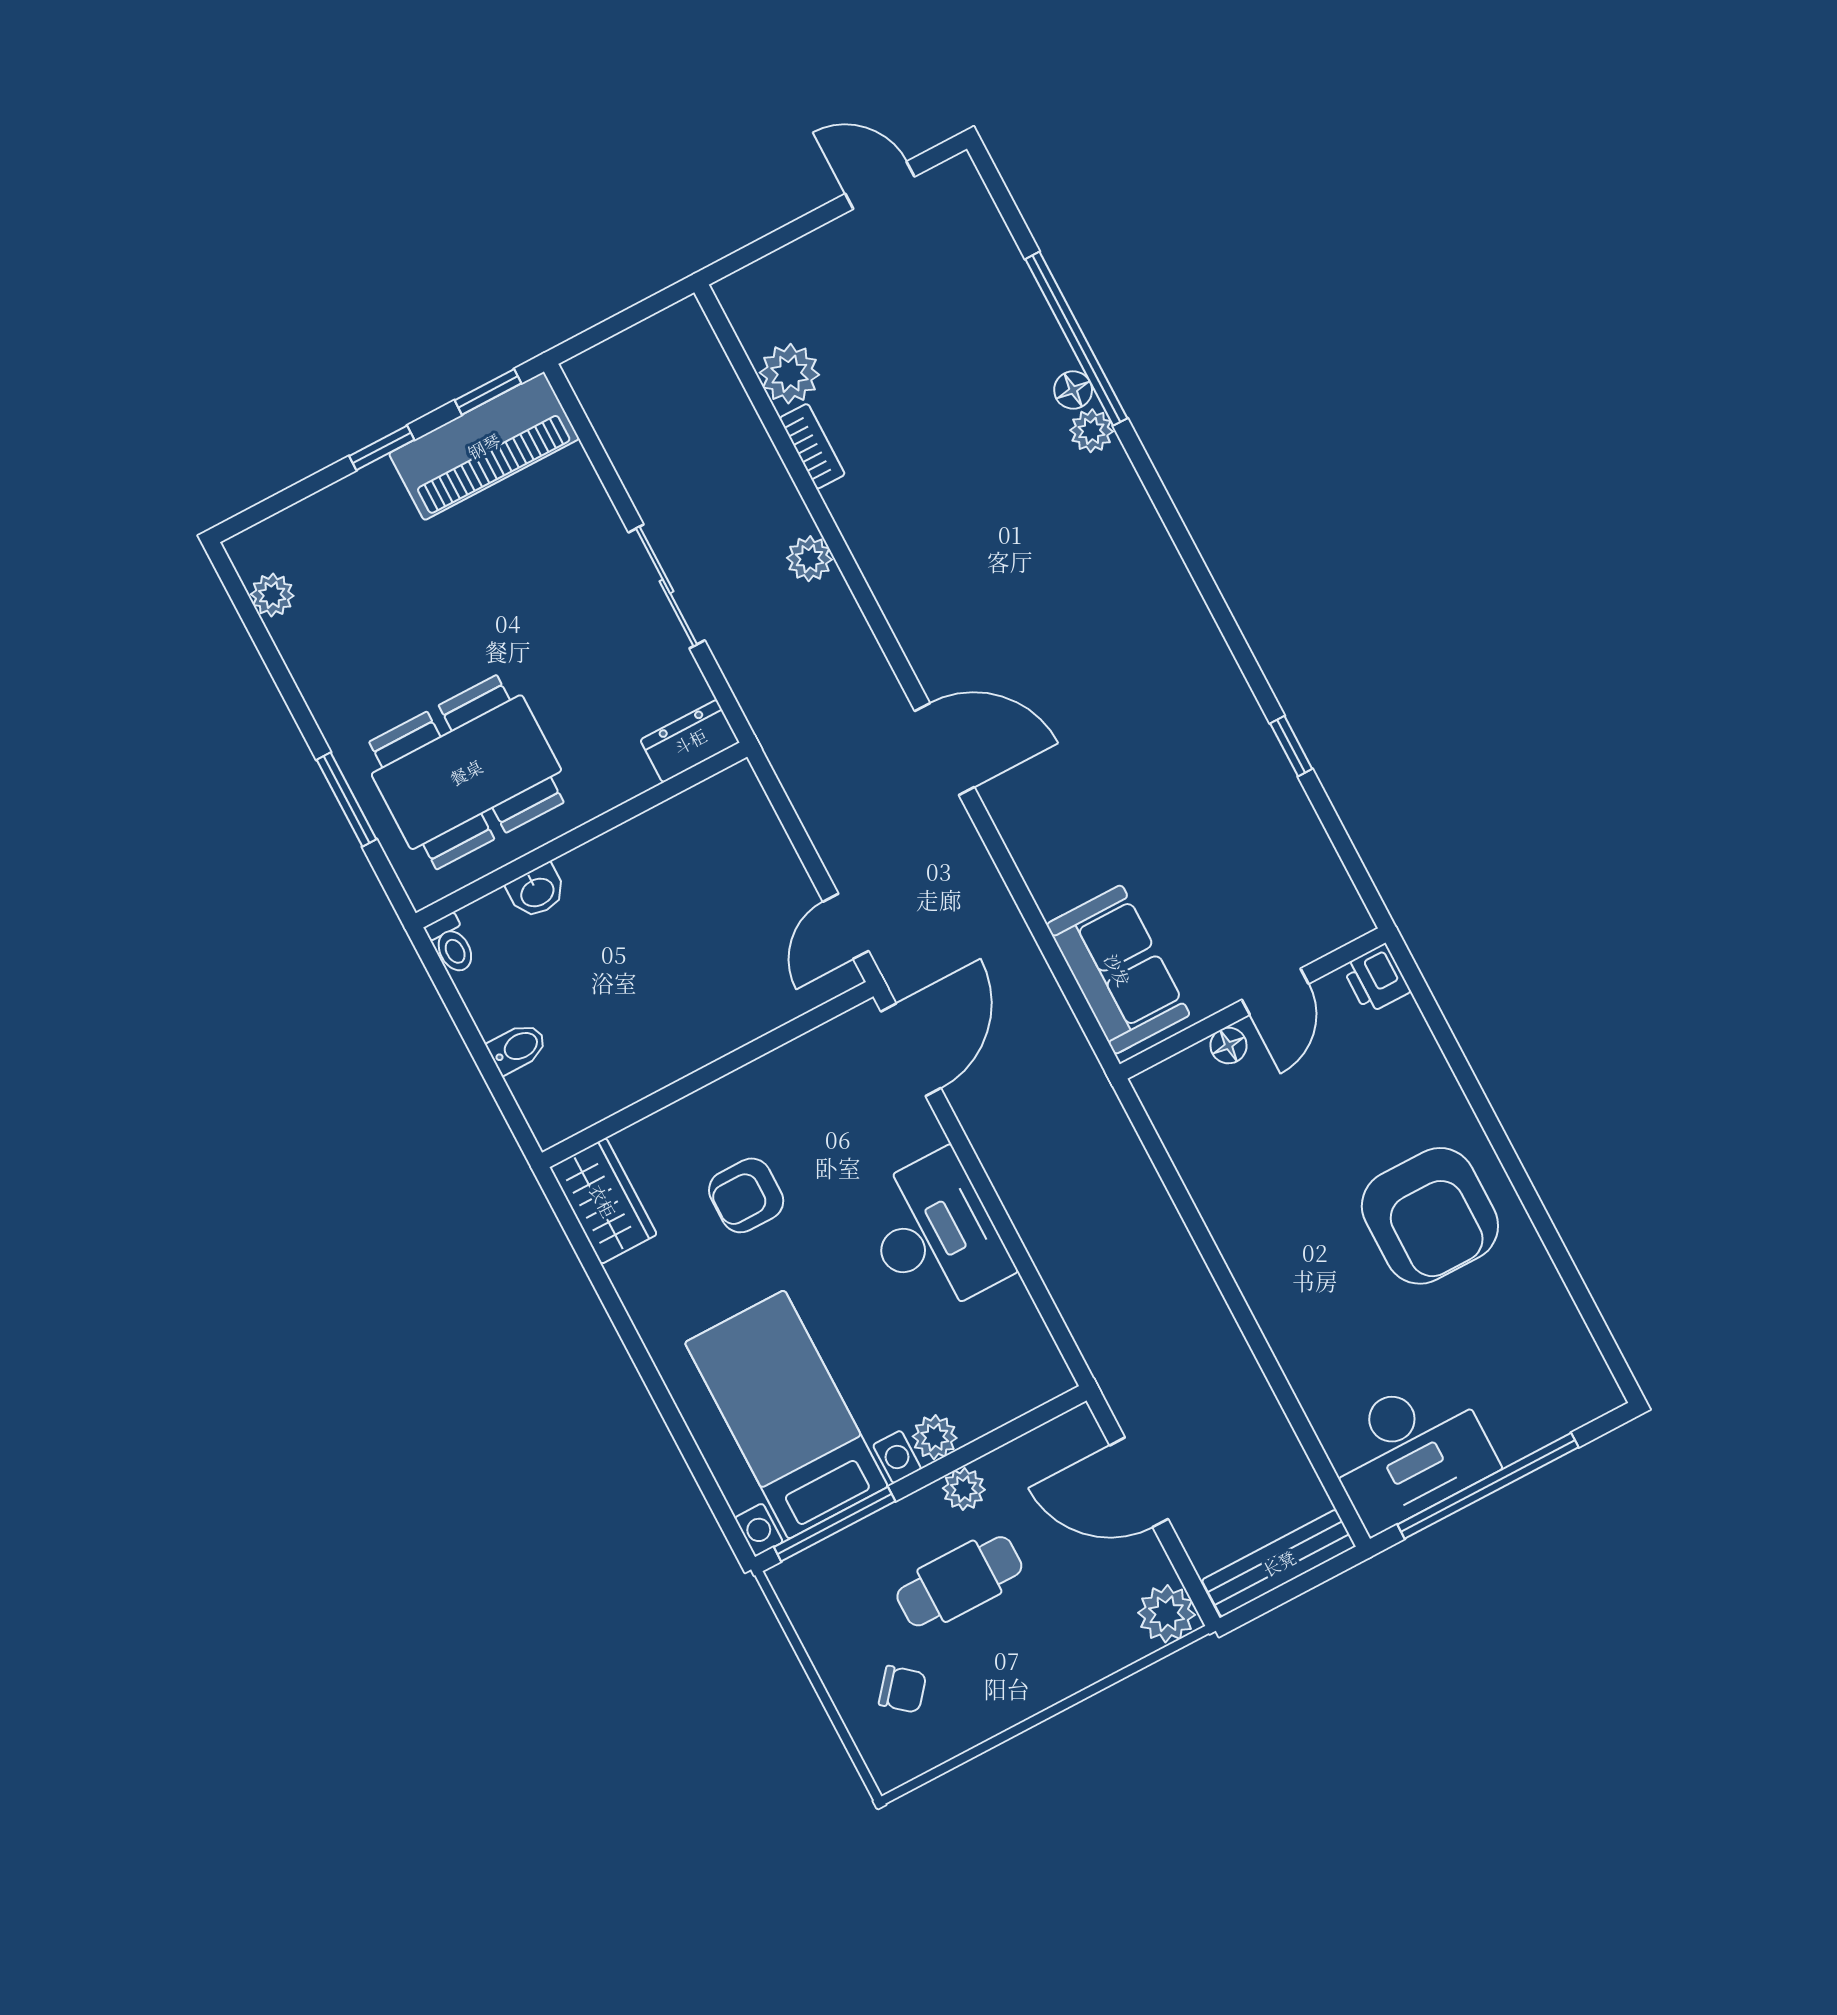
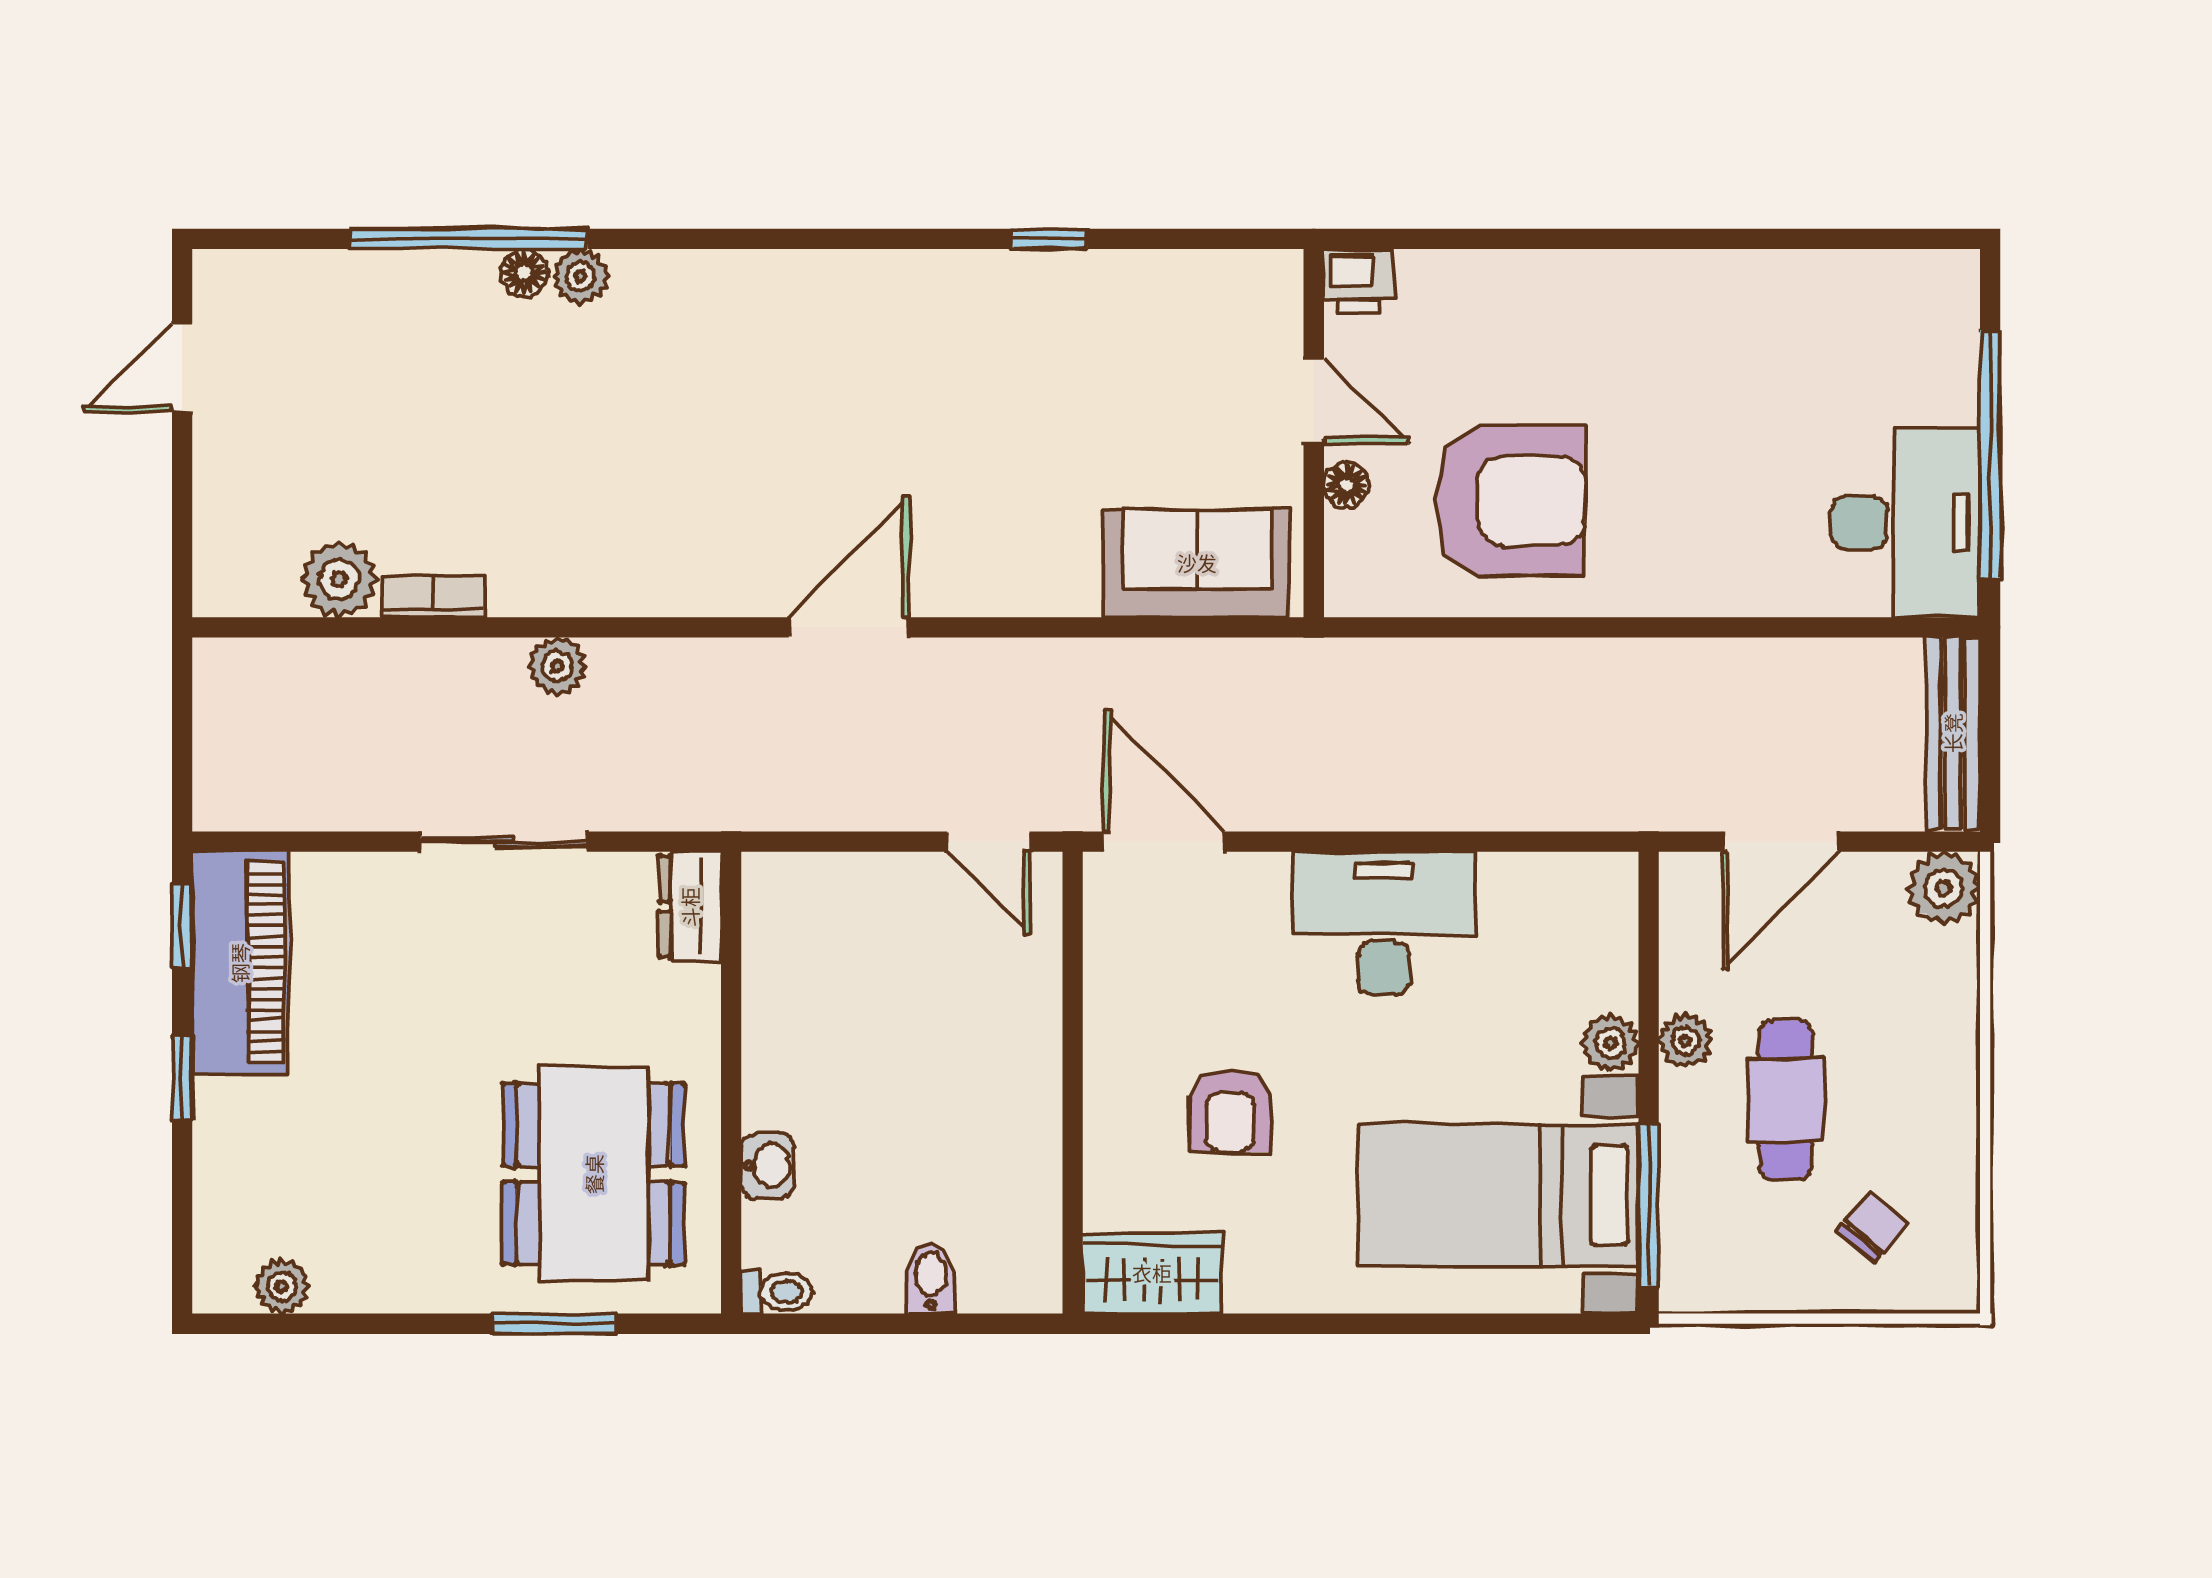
armchair: (1430, 1216) -> (1510, 501), moved

